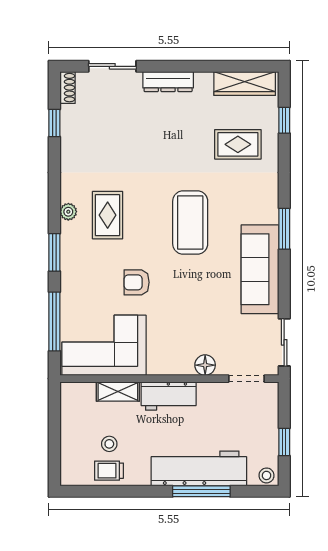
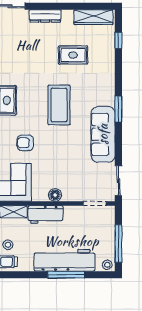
rug: (238, 144) -> (73, 55), moved
floor lamp: (205, 365) -> (55, 195), moved
window: (284, 442) -> (118, 244), width x2.17

